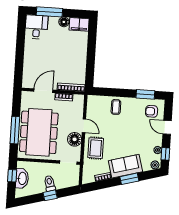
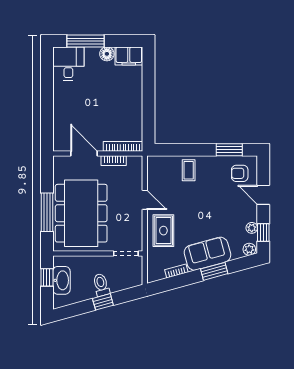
door: (43, 91) -> (84, 154), hinge flipped
floor lamp: (75, 139) -> (133, 220), removed

